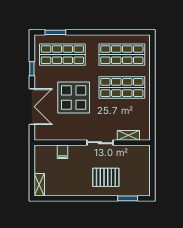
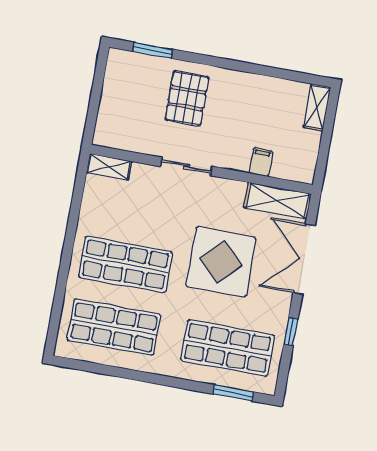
shelving: (51, 134) -> (278, 201), added
shelving: (128, 135) -> (109, 167), moved
pallet: (106, 177) -> (187, 98), turned 90

